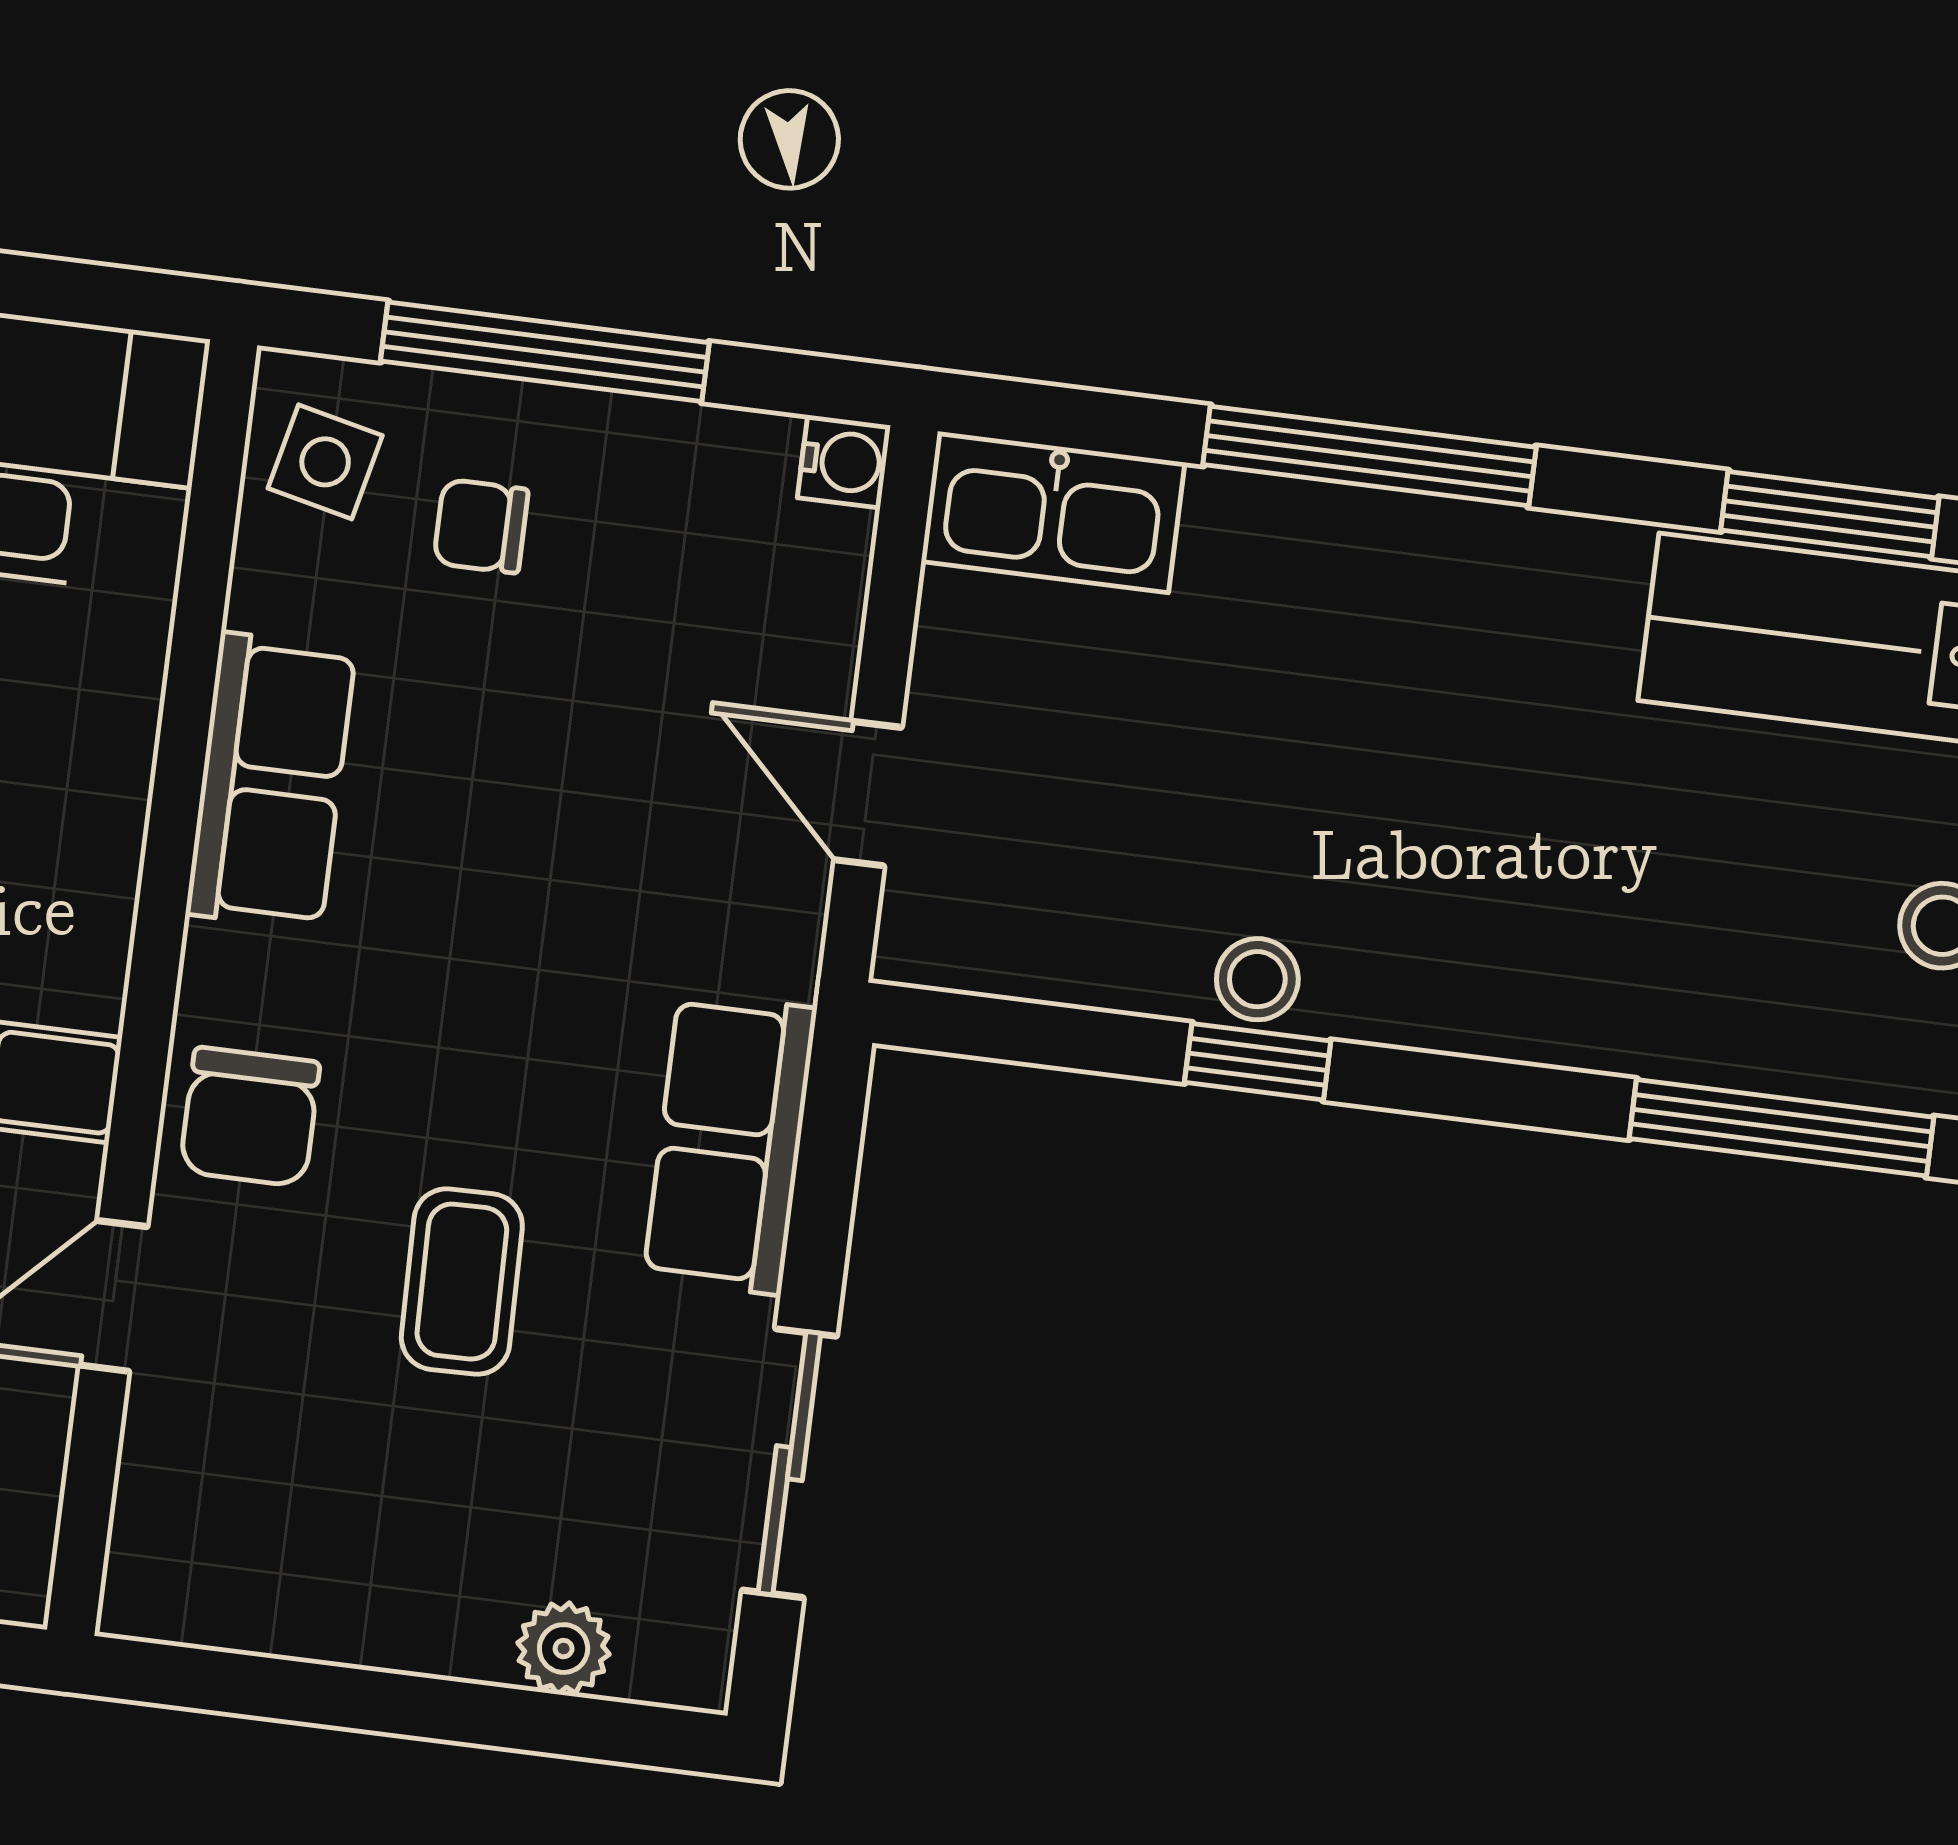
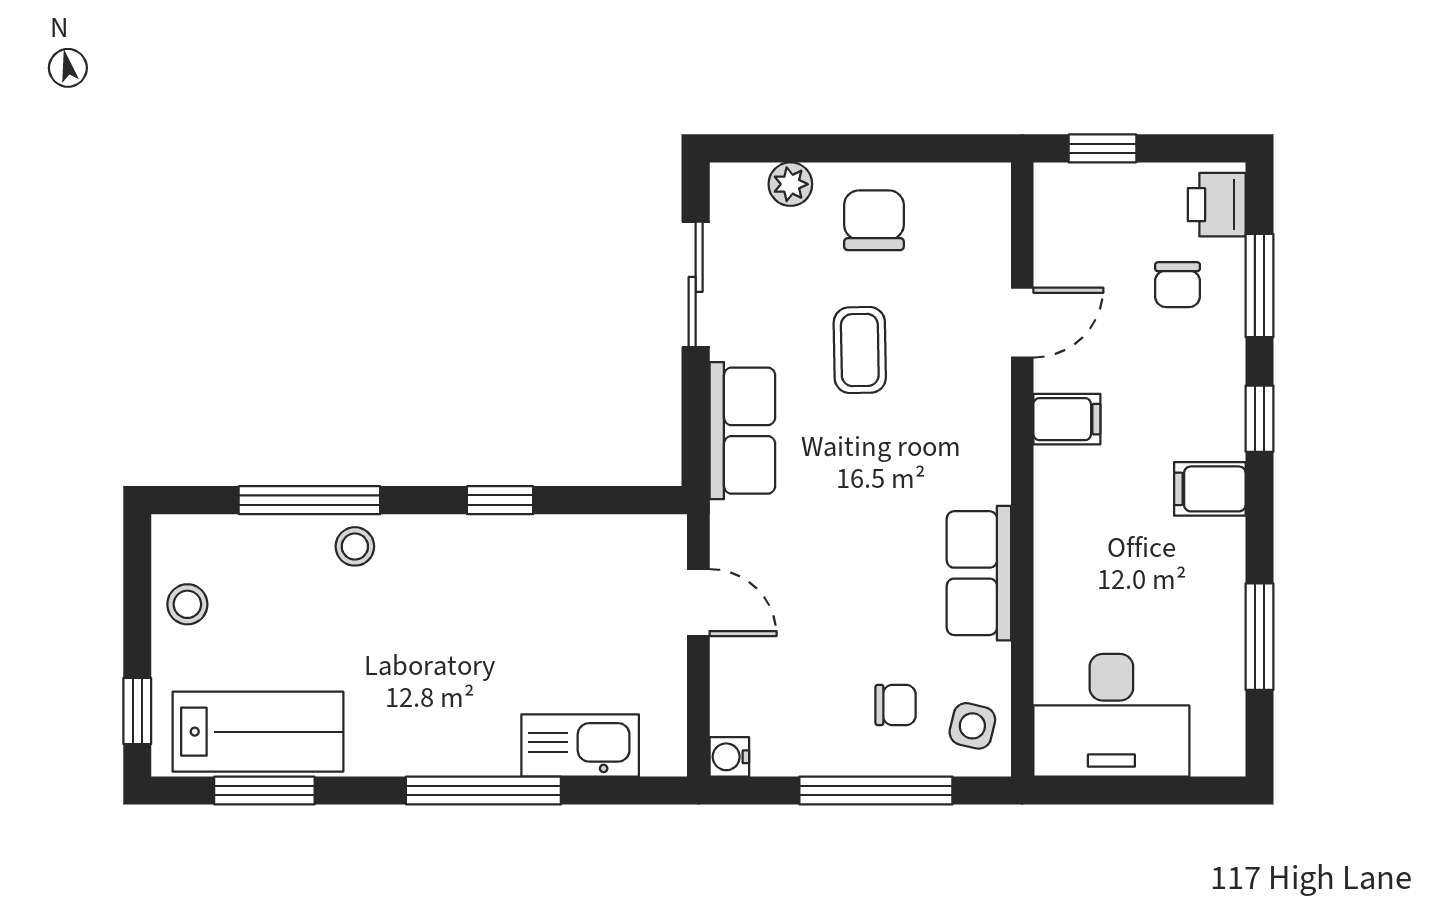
kitchen sink: (1053, 512) -> (580, 745), moved
stool: (1257, 979) -> (355, 546), moved
chair: (250, 1117) -> (874, 220), moved
window: (1781, 1128) -> (309, 500), moved

